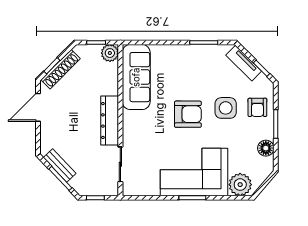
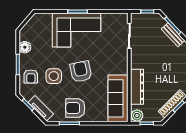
armchair: (196, 63) -> (75, 108), added
armchair: (257, 107) -> (31, 76), turned 180
armchair: (188, 114) -> (81, 72), turned 78
dresser: (110, 121) -> (137, 87), moved
plant: (240, 185) -> (43, 21), removed

